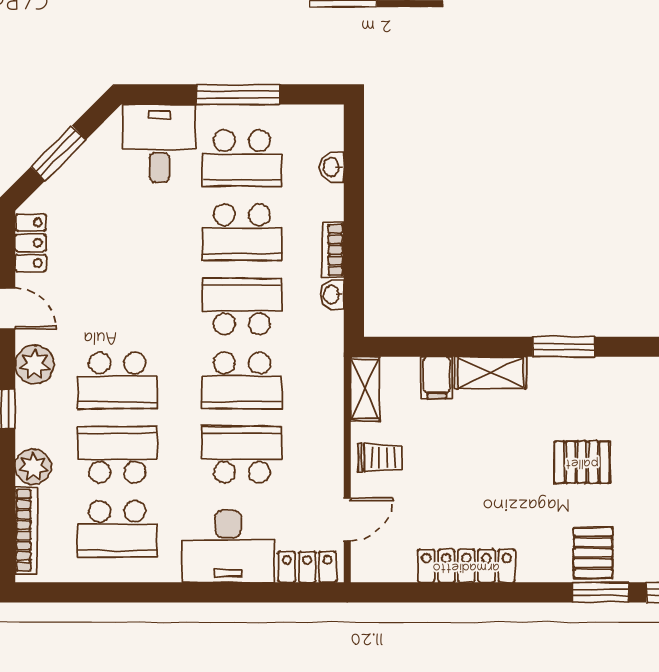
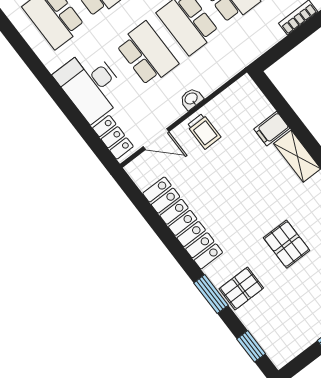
washbasin: (332, 295) -> (191, 99), moved
shelving: (365, 389) -> (235, 94), removed
locker: (466, 566) -> (183, 223), width x1.41, depth x1.21
window: (600, 592) -> (211, 294), moved

